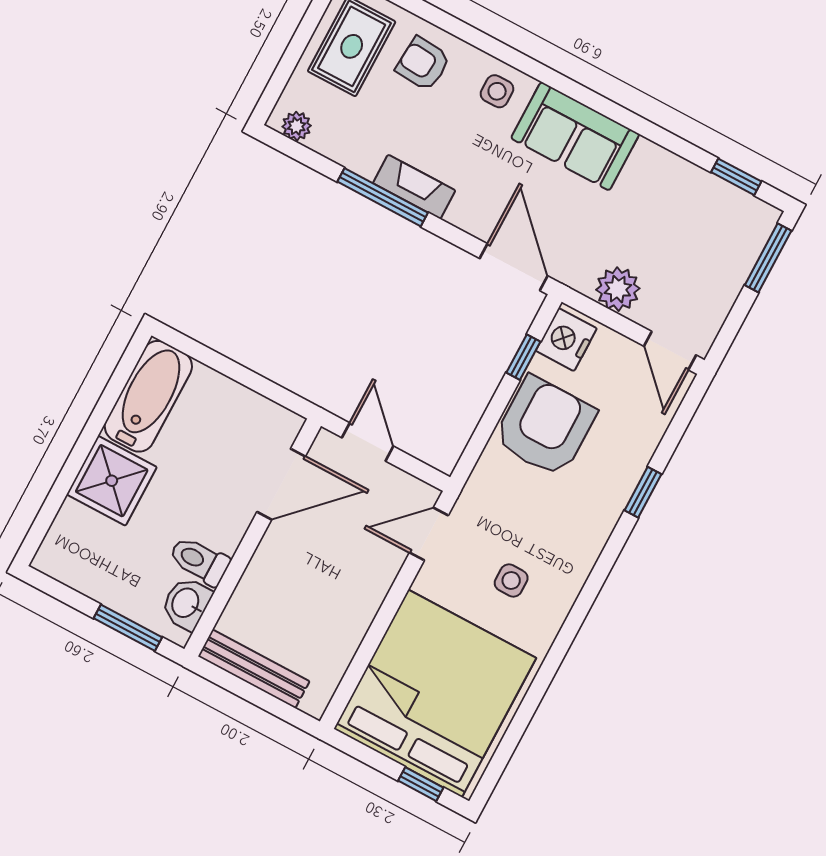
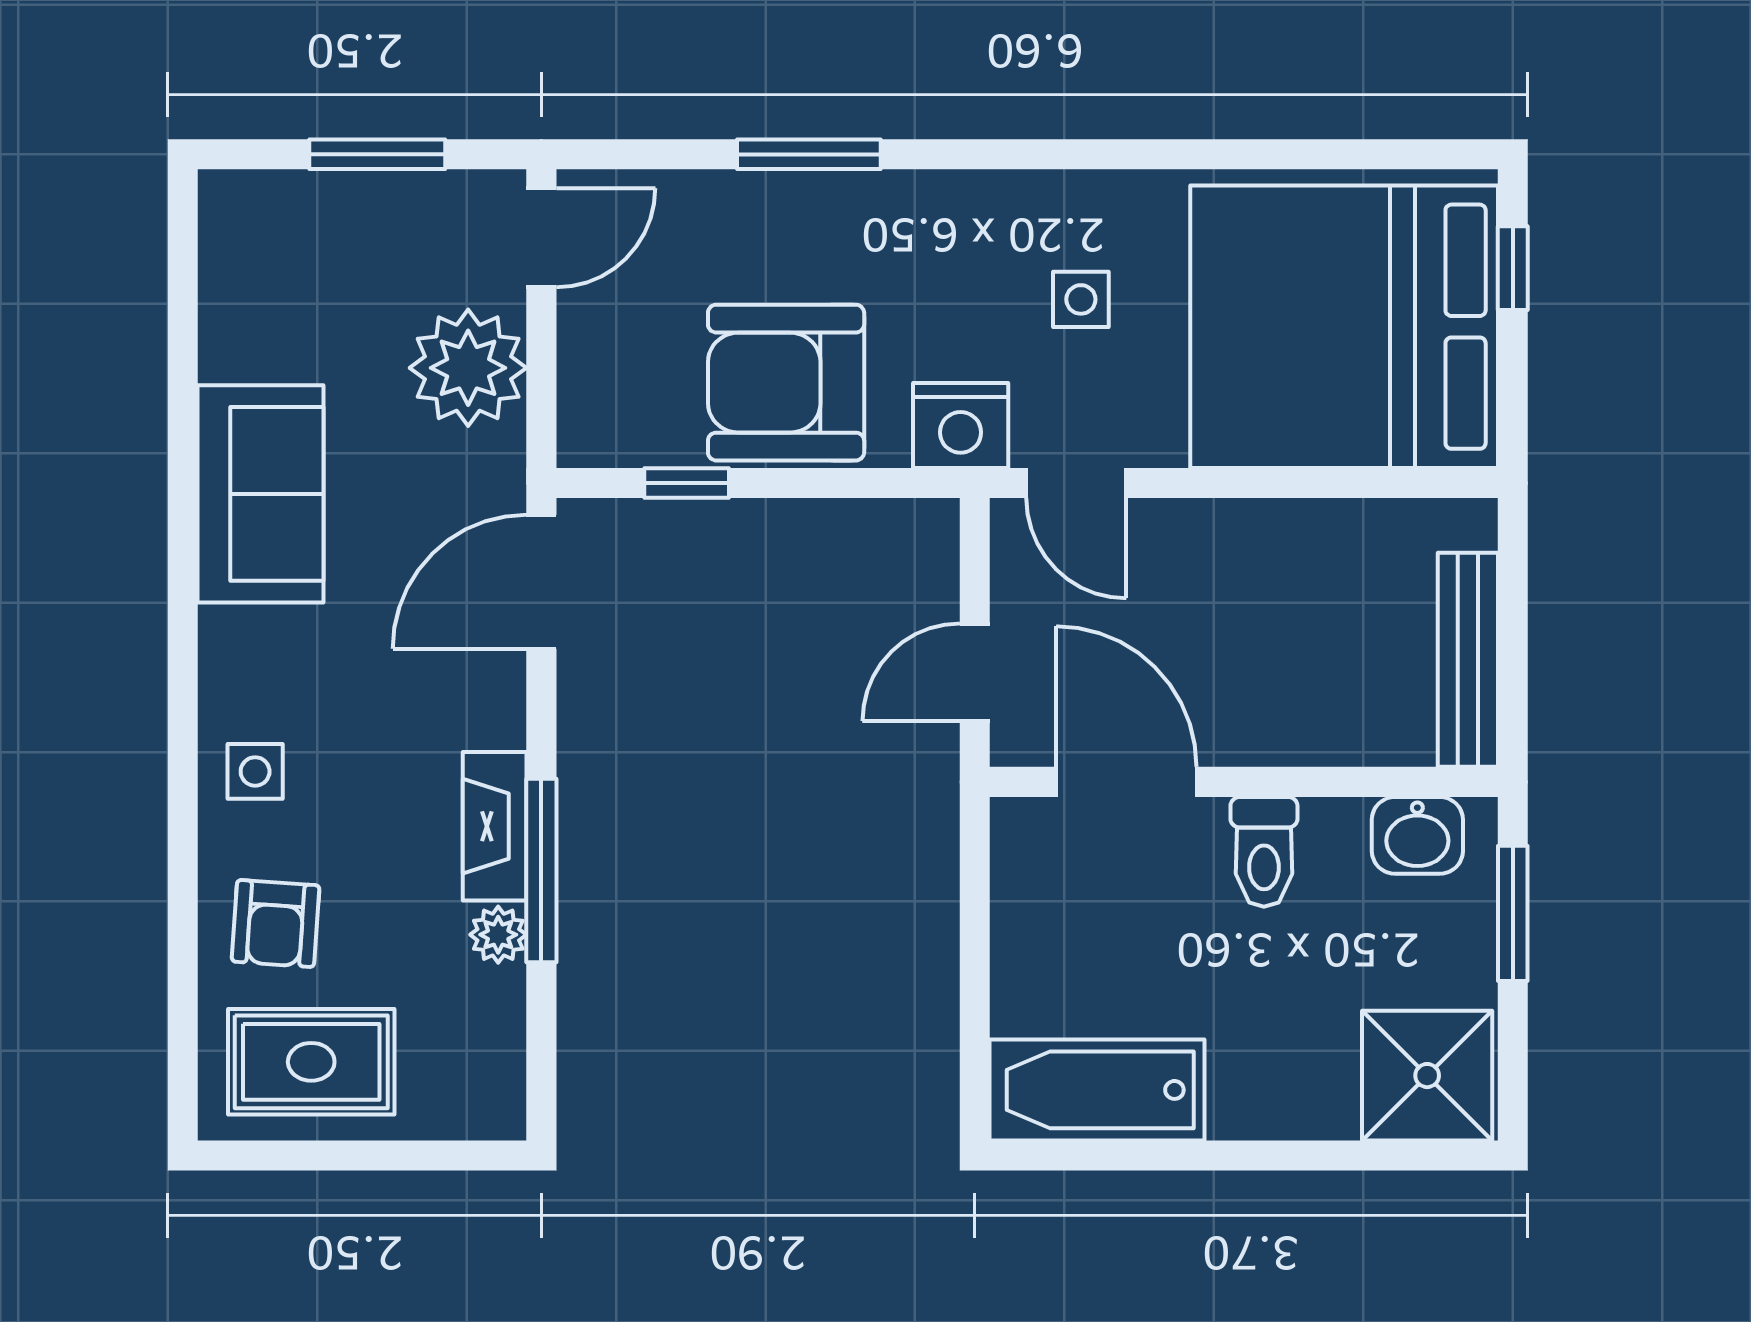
plant: (297, 126) -> (498, 935), moved
sofa: (575, 136) -> (261, 494), moved
window: (736, 177) -> (183, 283), removed
window: (768, 258) -> (377, 154), moved
plant: (618, 289) -> (468, 368), width x1.36, depth x1.36
nightstand: (566, 340) -> (961, 426), moved
shower: (112, 481) -> (1427, 1076), moved
window: (643, 492) -> (809, 154), width x1.50
toilet: (199, 561) -> (1264, 852), moved

